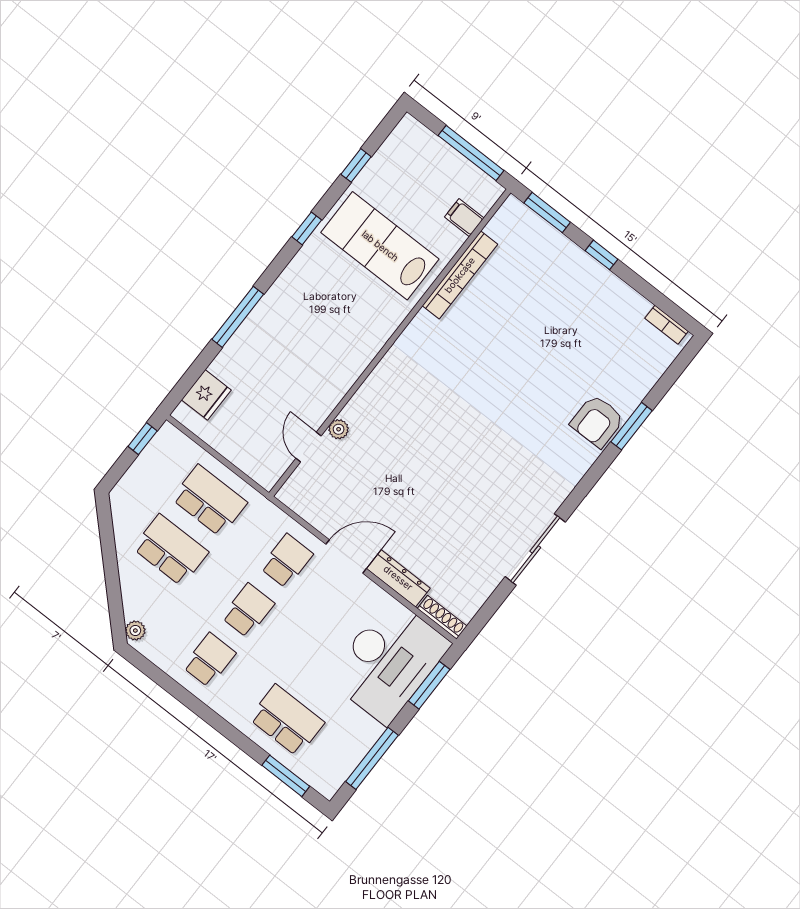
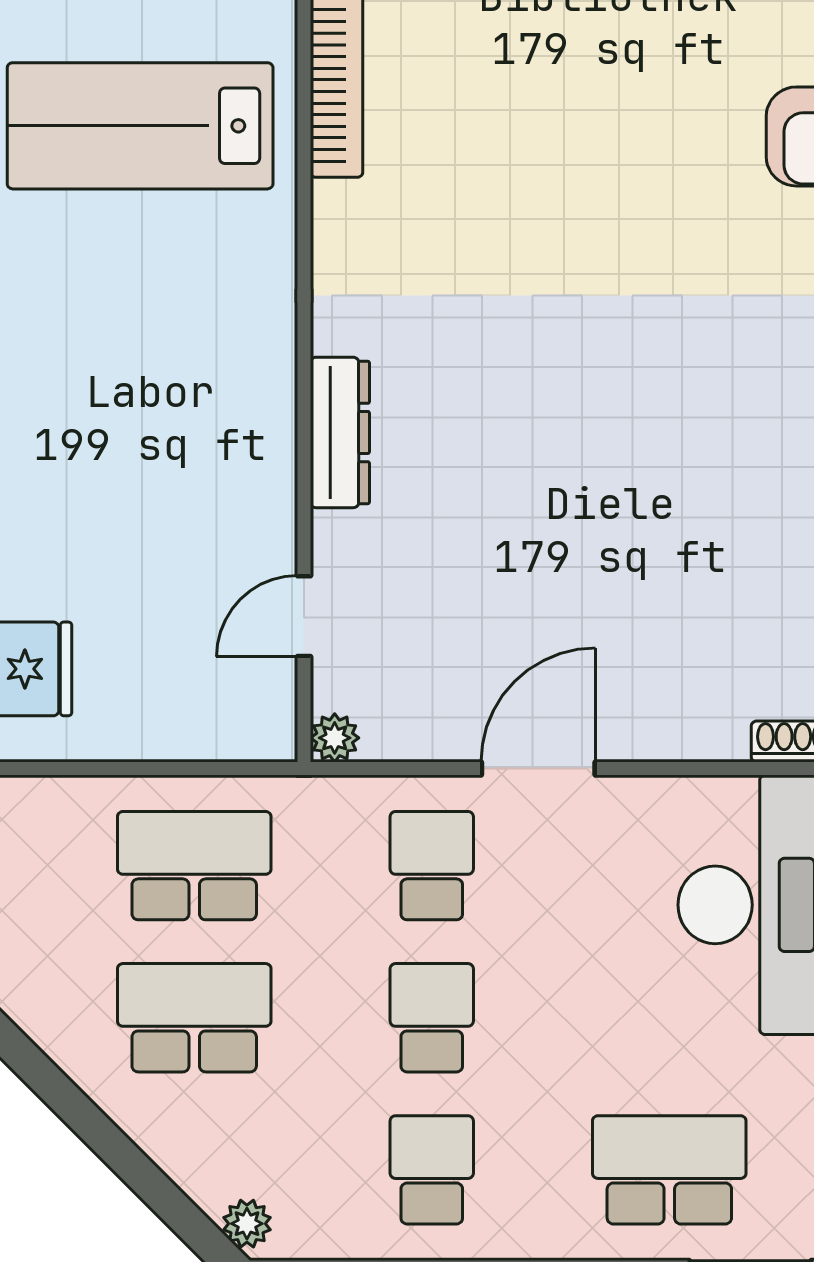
plant: (339, 429) -> (335, 738), moved
door: (308, 447) -> (304, 616), hinge flipped
dresser: (398, 578) -> (340, 432), moved, turned 90

